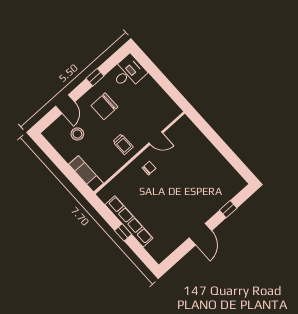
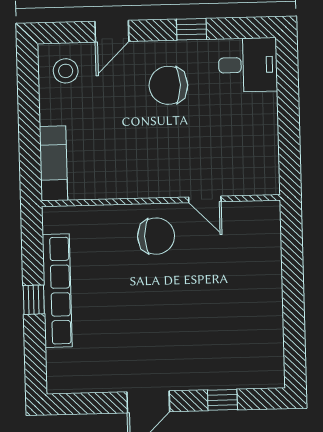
stool: (77, 134) -> (66, 71), moved
trolley: (123, 144) -> (147, 166), removed
chair: (149, 168) -> (156, 236), width x1.87, depth x1.87

